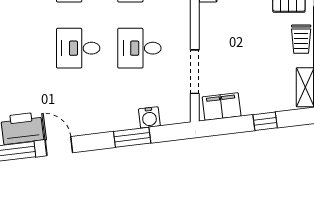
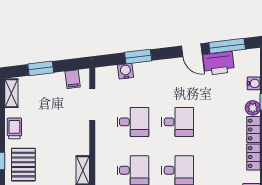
filing cabinet: (222, 106) -> (73, 79), width x0.50
window: (265, 121) -> (41, 68), width x1.50

